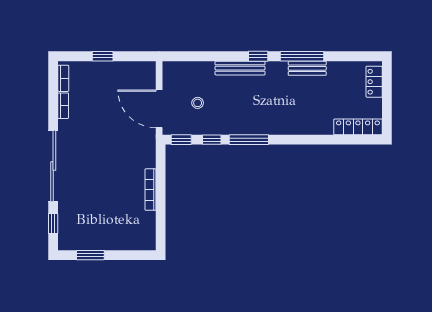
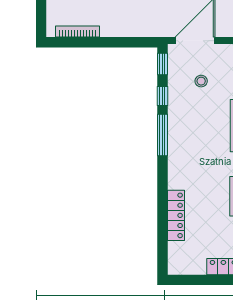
locker: (358, 127) -> (176, 215), moved
bookcase: (150, 190) -> (77, 32), moved

